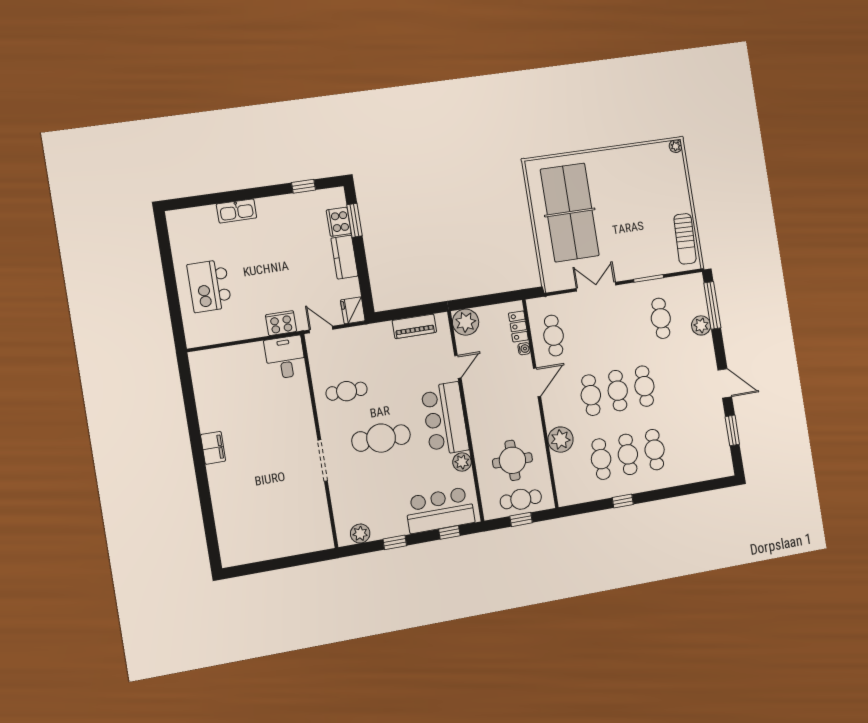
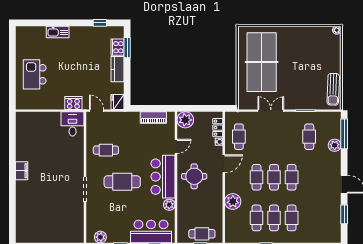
round table: (512, 460) -> (194, 176), moved

